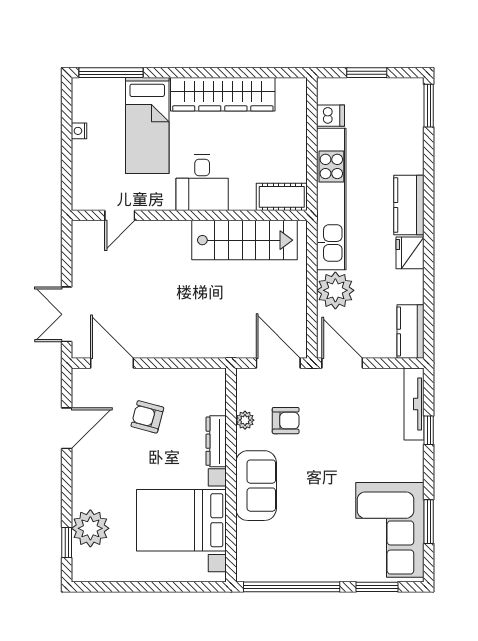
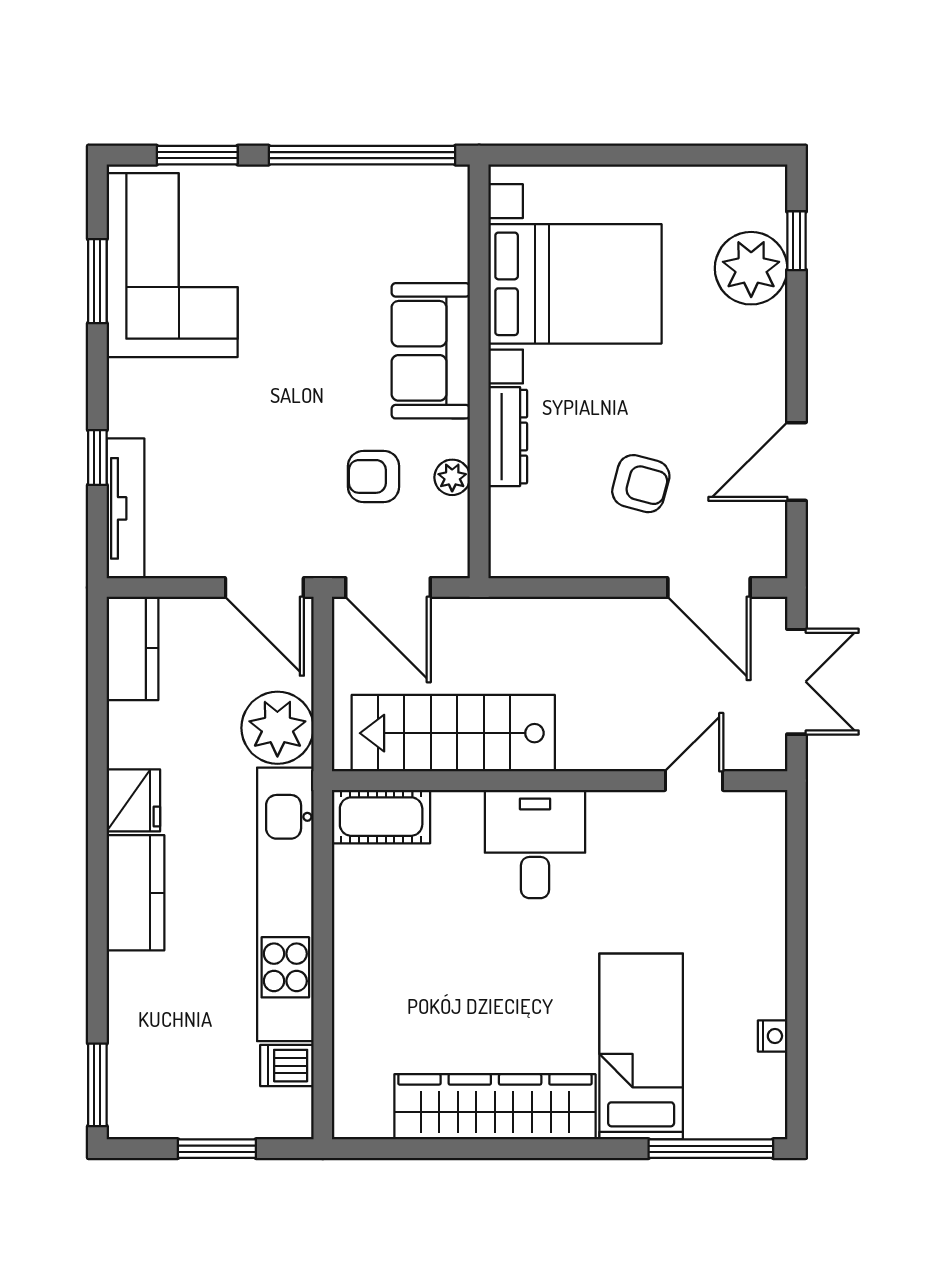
desk: (202, 183) -> (535, 844), moved
cot: (282, 197) -> (381, 817), moved
door: (120, 215) -> (694, 781), moved
wall: (189, 215) -> (560, 781), moved
stairs: (244, 240) -> (453, 733), moved

